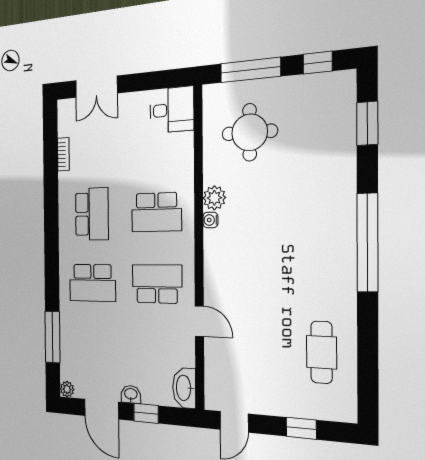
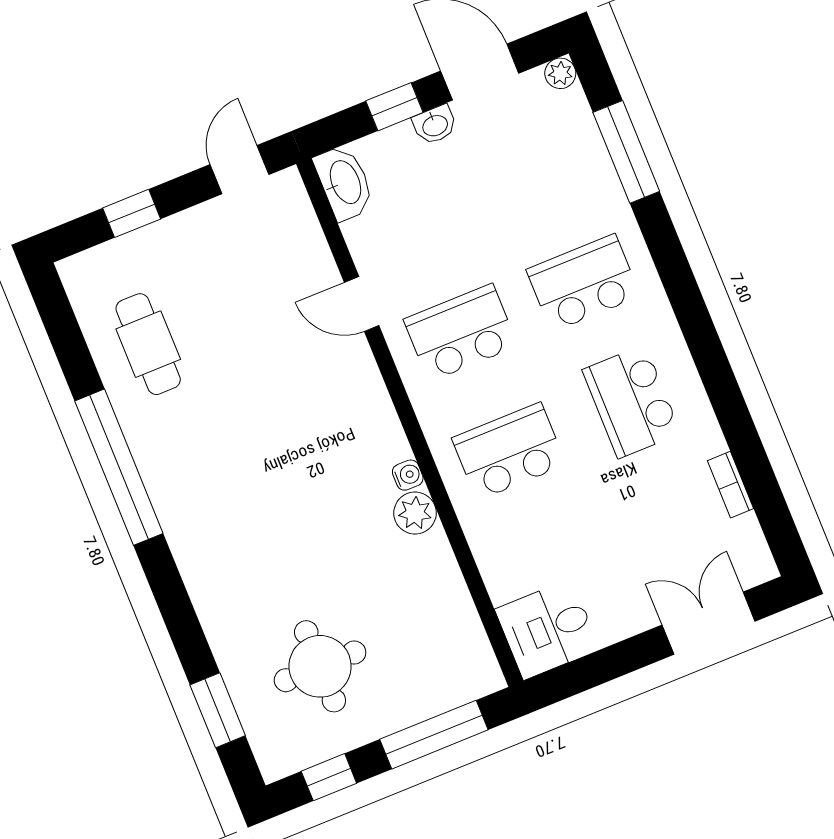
round table: (250, 132) -> (320, 666), moved
window: (368, 243) -> (119, 467), moved
school desk: (157, 284) -> (461, 333), turned 180

